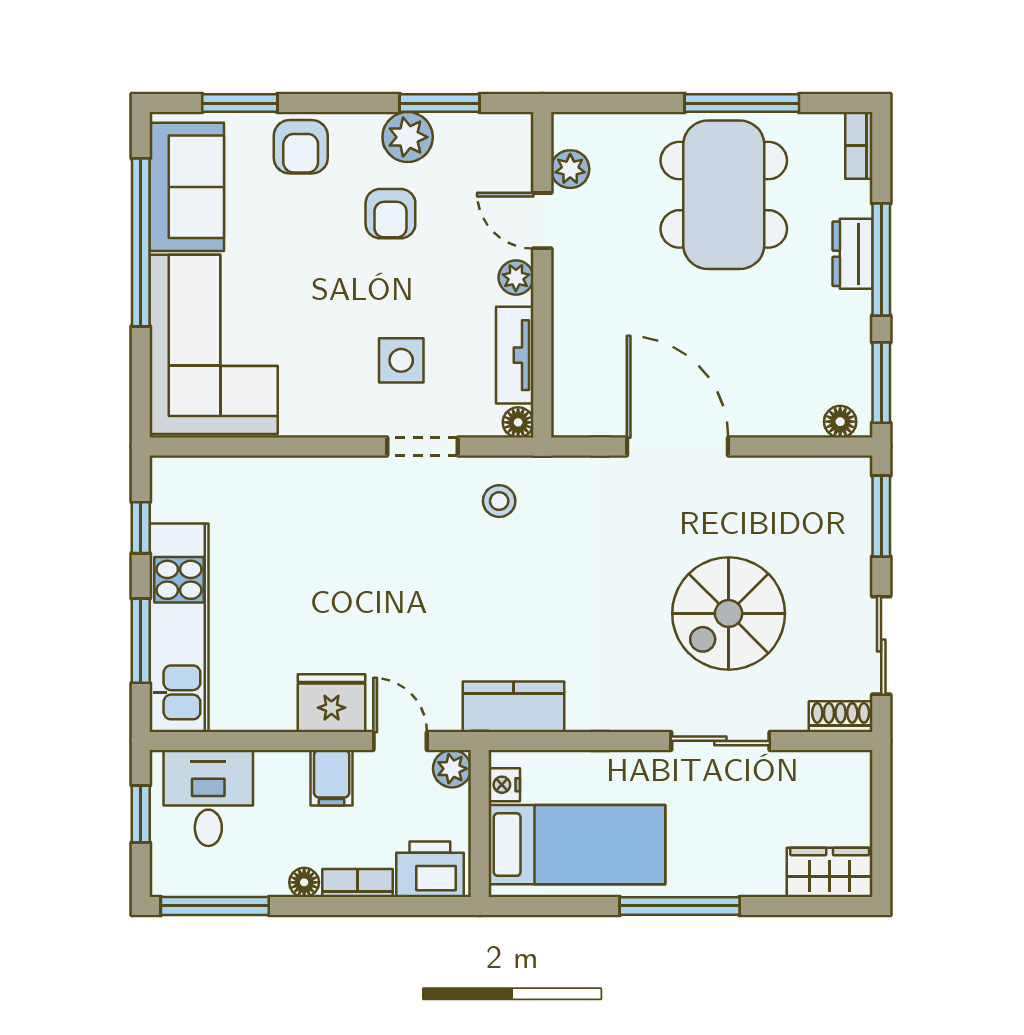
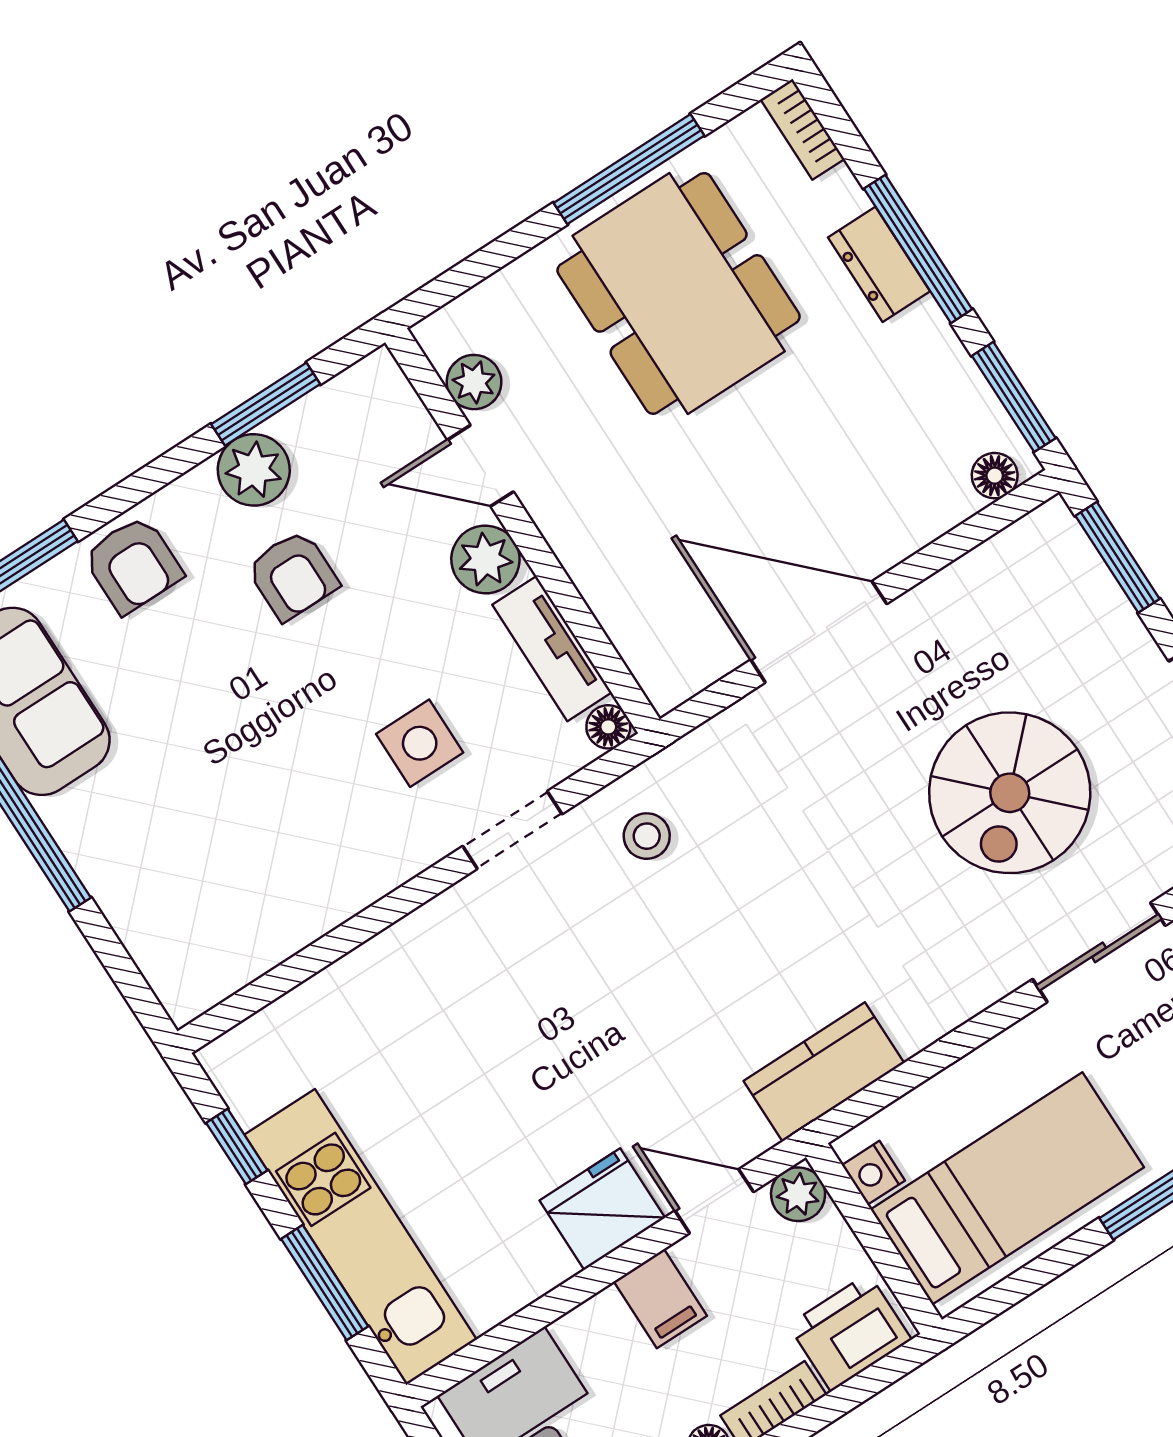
plant: (516, 278) -> (485, 559), width x1.38, depth x1.38
corner sofa: (214, 344) -> (182, 870), removed

